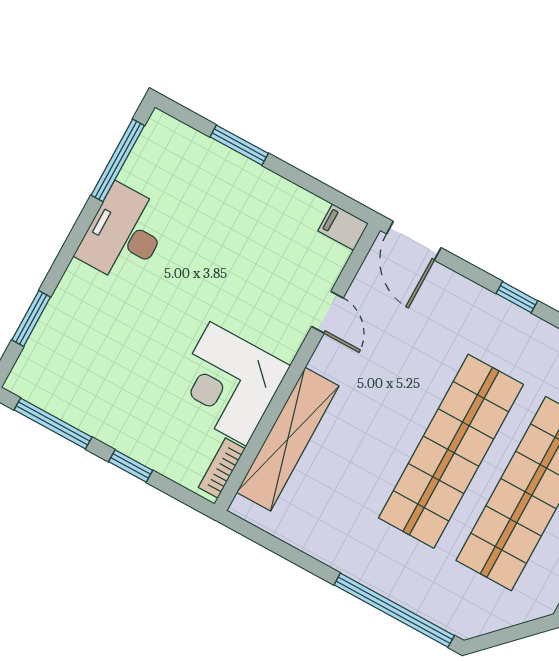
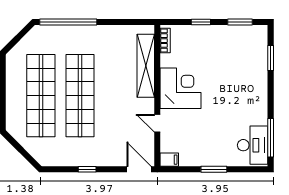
window: (239, 145) -> (214, 169), moved
desk: (124, 234) -> (253, 145), moved
corner desk: (228, 384) -> (181, 88), moved
window: (53, 423) -> (240, 22), width x0.69

